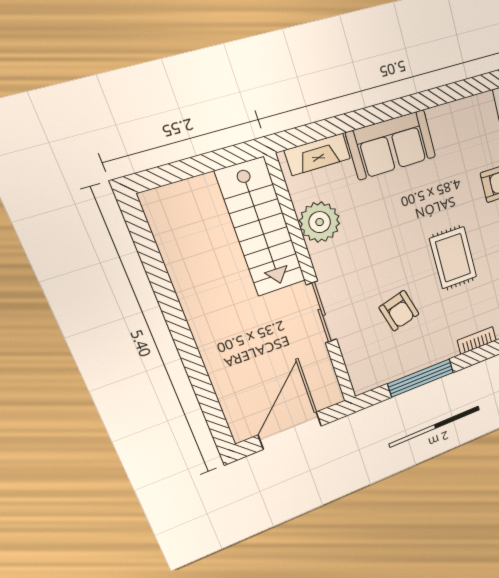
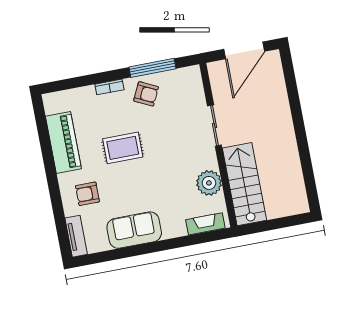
sofa: (391, 145) -> (134, 230), moved
rug: (453, 258) -> (123, 148), turned 90
armchair: (399, 311) -> (146, 94), moved, turned 131

